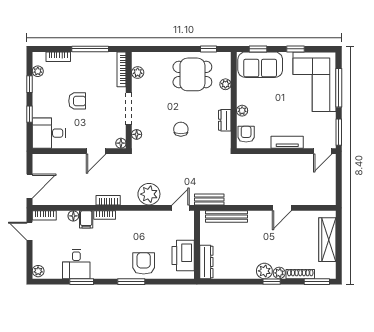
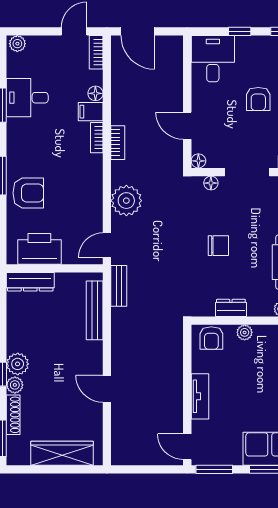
armchair: (246, 134) -> (211, 338), turned 90
door: (180, 208) -> (107, 245), swing flipped

